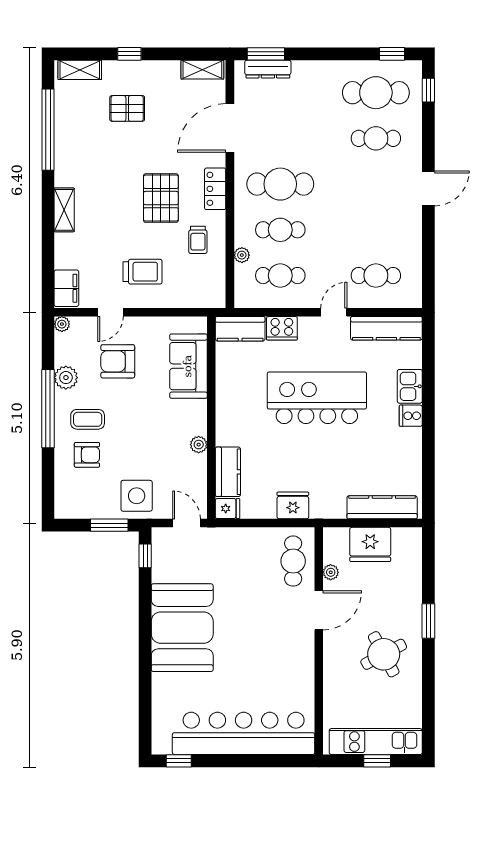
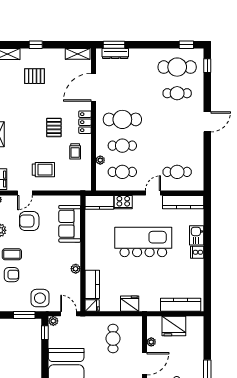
pallet: (161, 198) -> (54, 127), width x0.67, depth x0.71
plant: (160, 536) -> (53, 321), added
cafe table: (293, 561) -> (113, 338), moved

